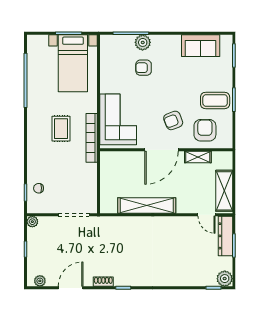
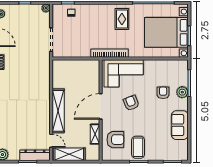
sofa: (201, 46) -> (180, 125), moved
bed with nightstands: (73, 63) -> (166, 32), width x1.36
armchair: (173, 120) -> (131, 103), moved
rug: (61, 129) -> (122, 19), moved, turned 90
door: (161, 150) -> (101, 106), hinge flipped
shelving: (147, 205) -> (58, 111), moved
door: (206, 215) -> (51, 141), swing flipped

